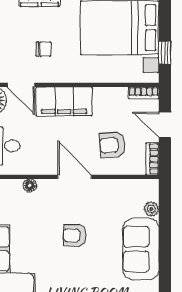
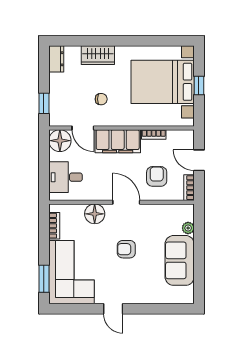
window: (165, 53) -> (199, 86), moved
bookcase: (144, 93) -> (154, 134), moved
armchair: (112, 145) -> (157, 176), turned 95
floor lamp: (30, 186) -> (95, 214), width x1.89, depth x1.89

